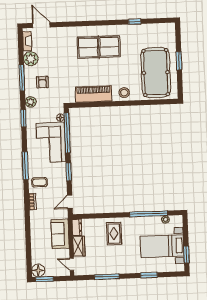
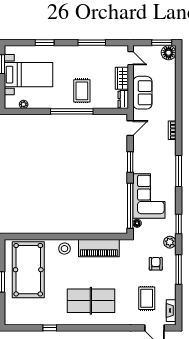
rug: (49, 51) -> (147, 298), added
plant: (31, 59) -> (168, 291), removed
coffee table: (39, 182) -> (163, 152), removed
window: (149, 214) -> (72, 111), moved

